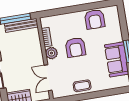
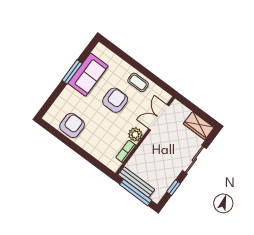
armchair: (75, 47) -> (115, 100), moved
double door: (48, 78) -> (159, 117), swing flipped

